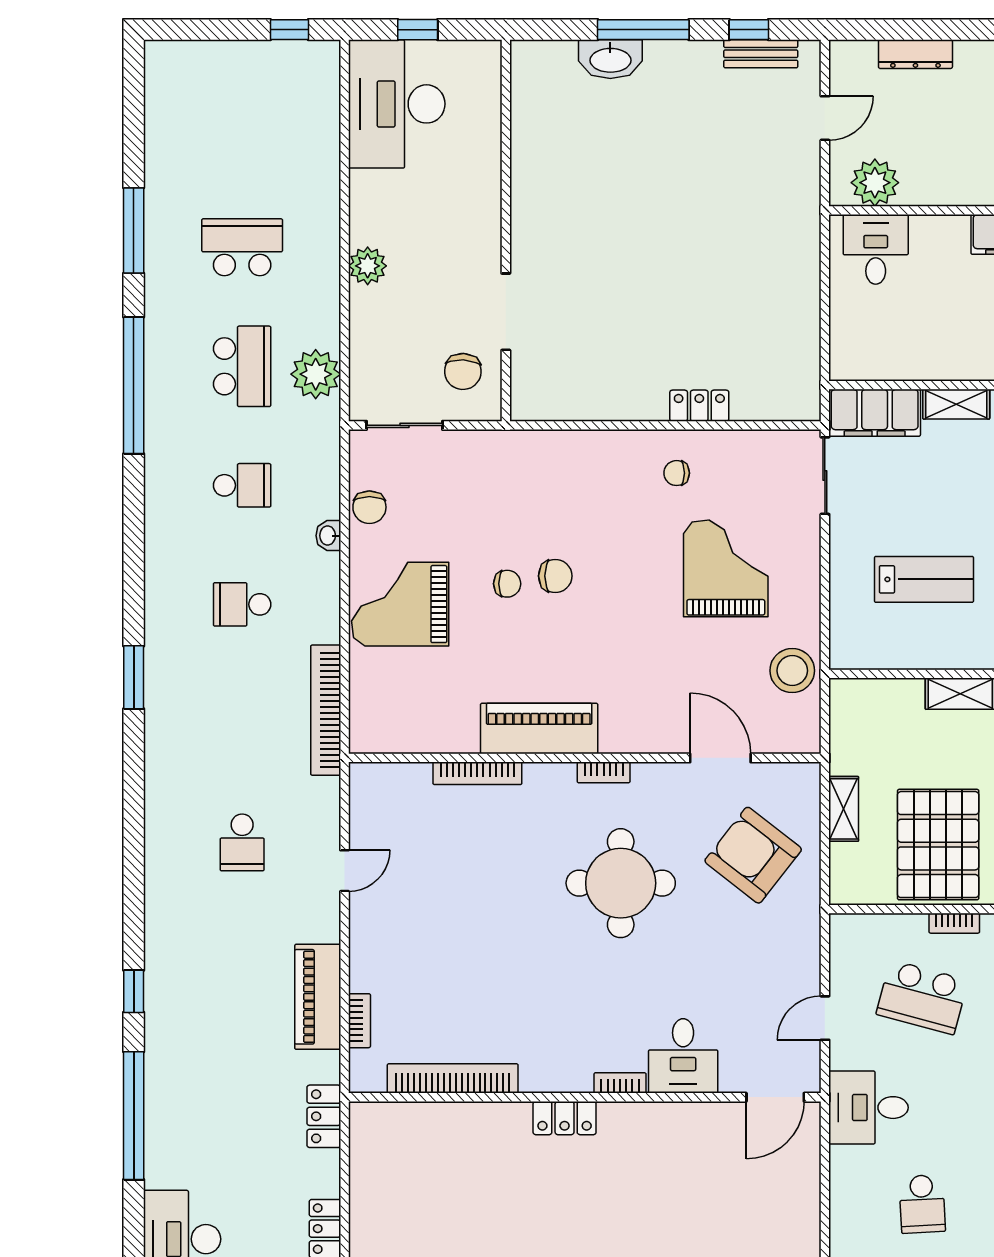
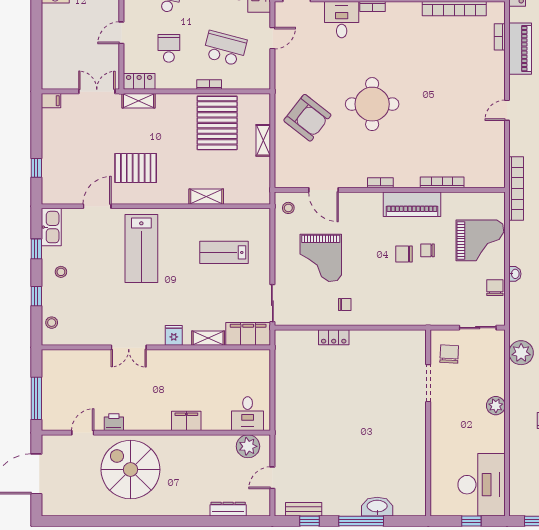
stool: (792, 671) -> (288, 208), width x0.53, depth x0.53
piano: (539, 729) -> (412, 204), moved
wall: (585, 758) -> (390, 190), moved
door: (720, 758) -> (323, 190), moved
bookcase: (604, 772) -> (380, 183), moved
bookcase: (477, 773) -> (442, 182), moved

